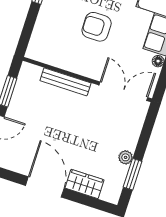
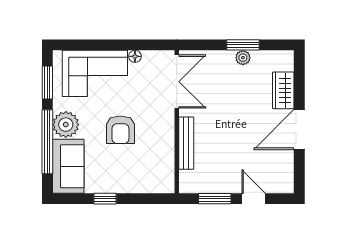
double door: (123, 91) -> (177, 82), swing flipped
window: (133, 174) -> (243, 45), moved

